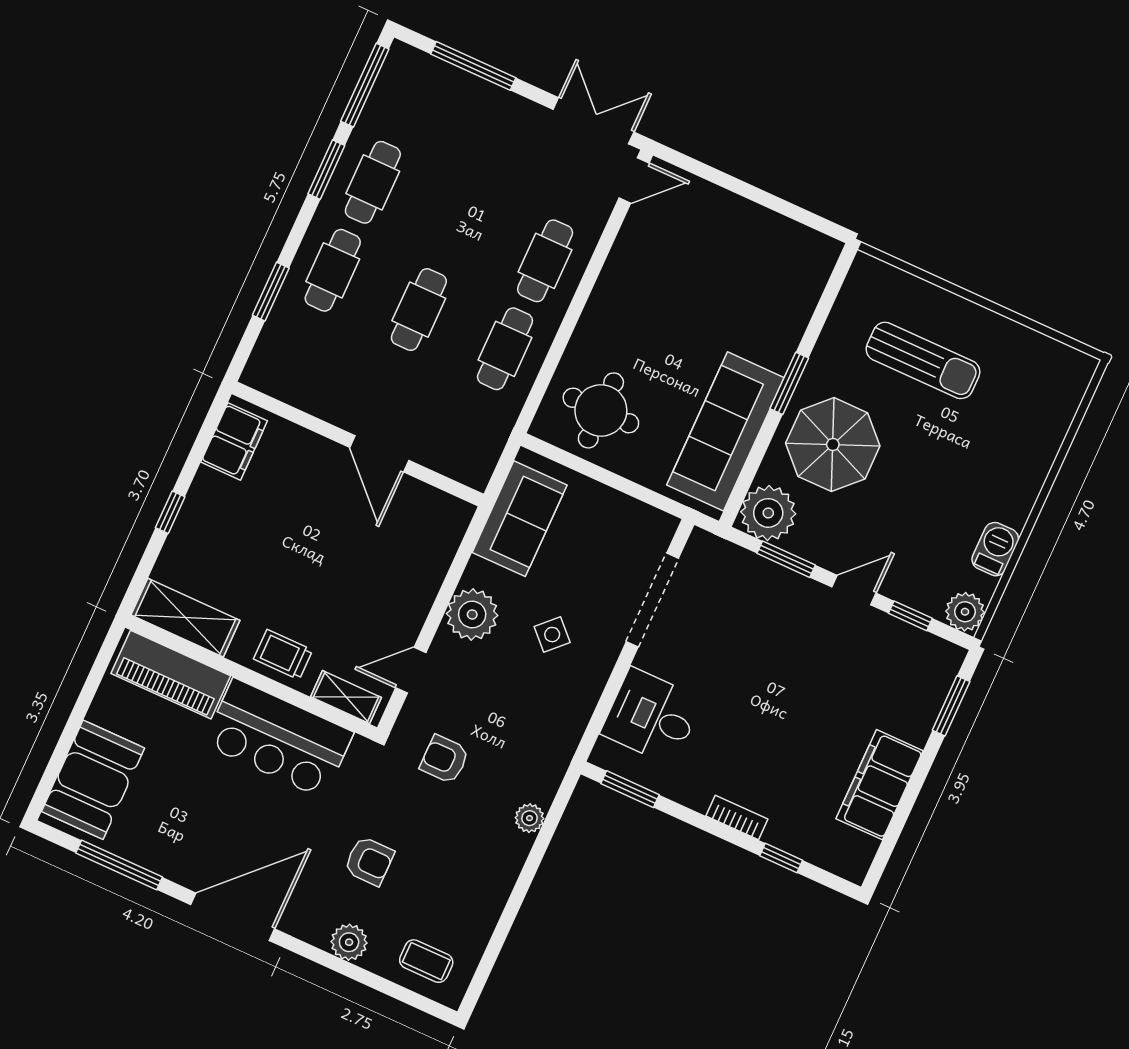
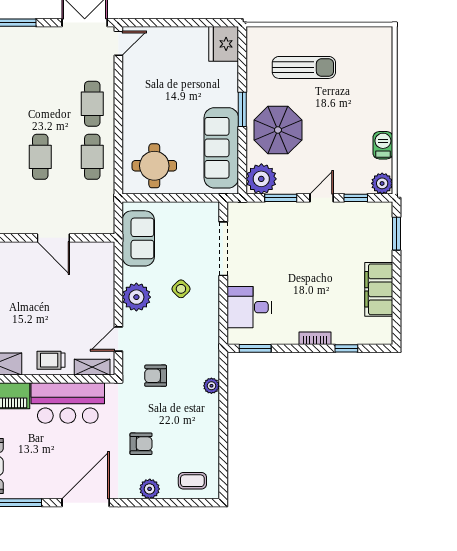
fridge: (808, 261) -> (224, 44), added

